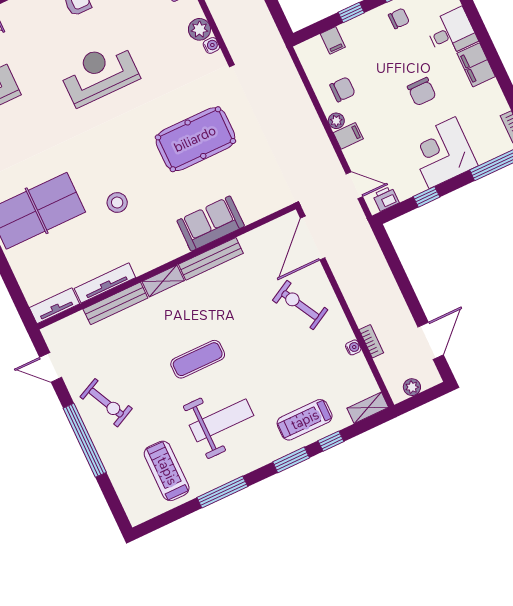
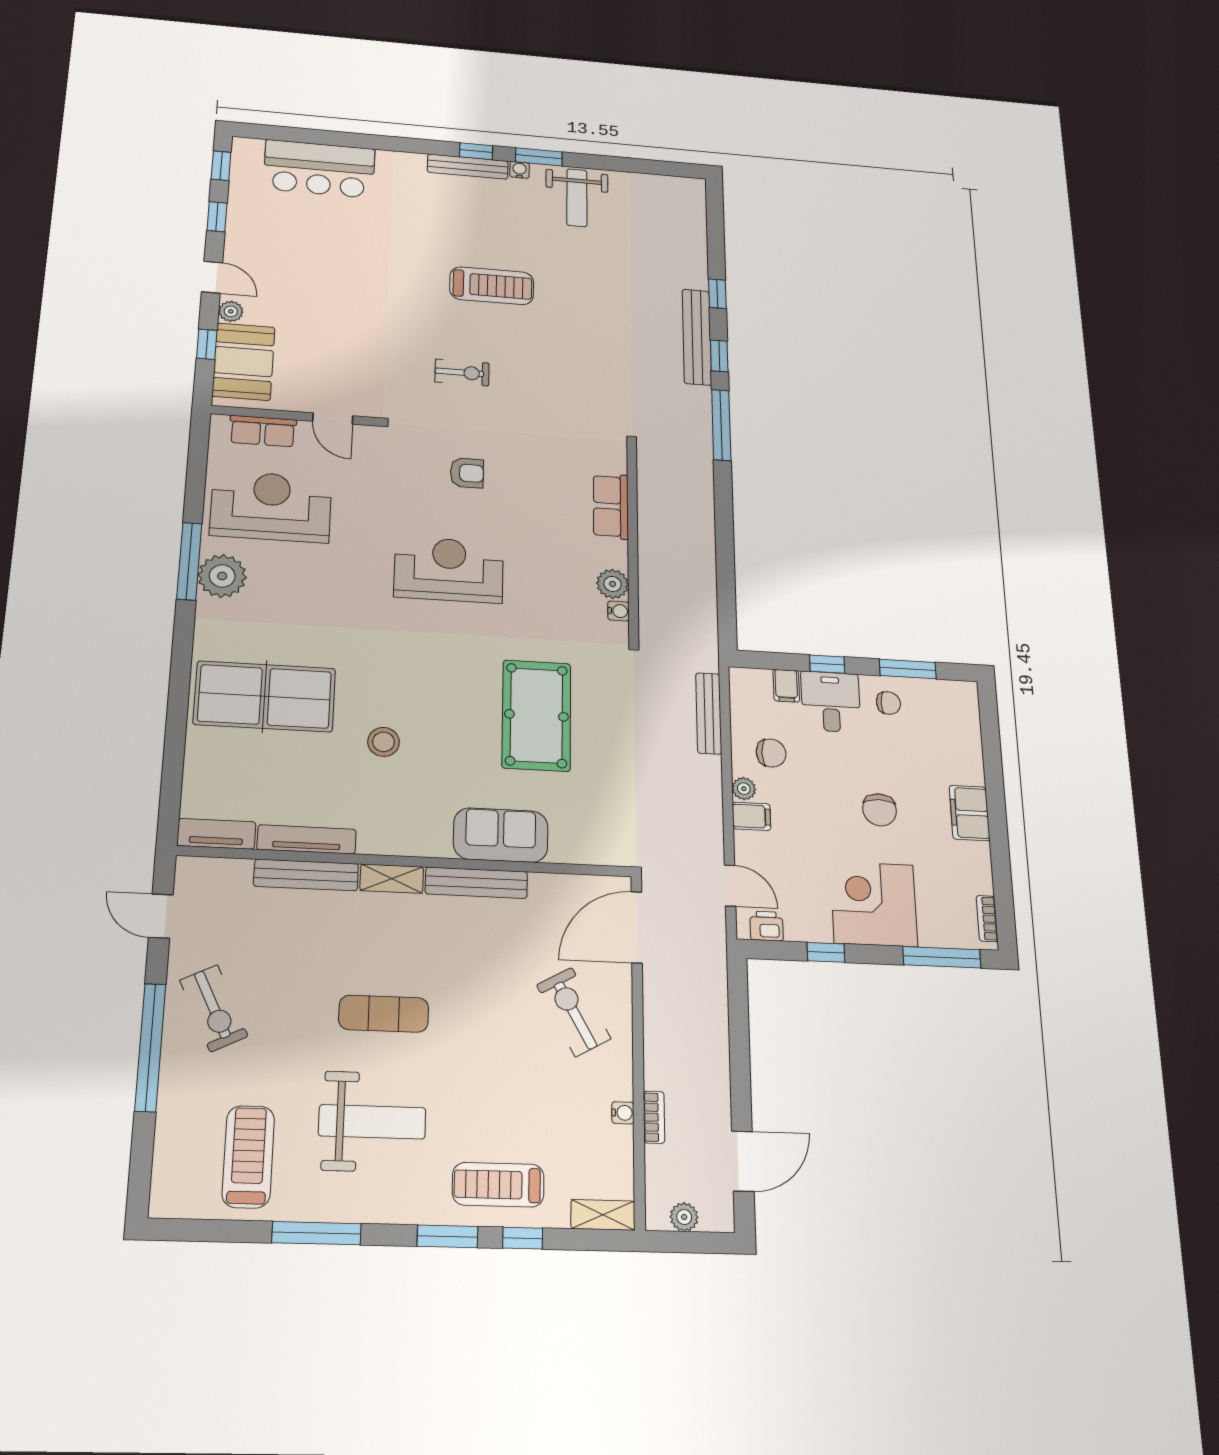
desk: (451, 32) -> (831, 702), moved, turned -90
bench: (295, 84) -> (709, 713), added
pool table: (195, 139) -> (536, 715), turned 90

